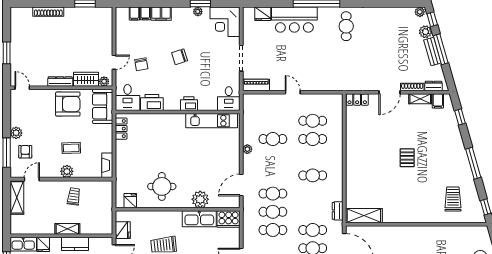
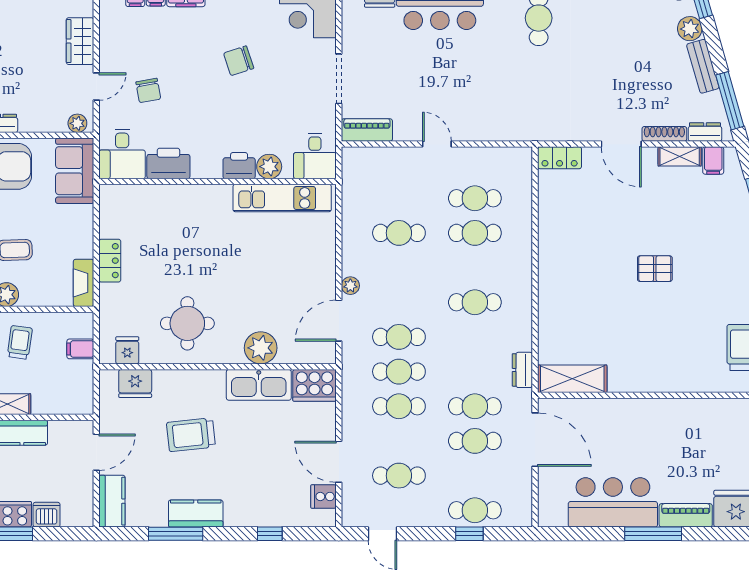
window: (441, 49) -> (730, 101), moved
chair: (180, 57) -> (239, 61), moved
wardrobe: (86, 79) -> (80, 41), moved, turned -90
door: (390, 92) -> (621, 144), hinge flipped
plant: (205, 104) -> (269, 167), added
locker: (121, 129) -> (110, 261), moved
plant: (247, 149) -> (350, 286), moved
pallet: (407, 158) -> (655, 269), turned 90
filing cabinet: (106, 200) -> (80, 349), added
fridge: (123, 230) -> (135, 383), moved, turned 90

